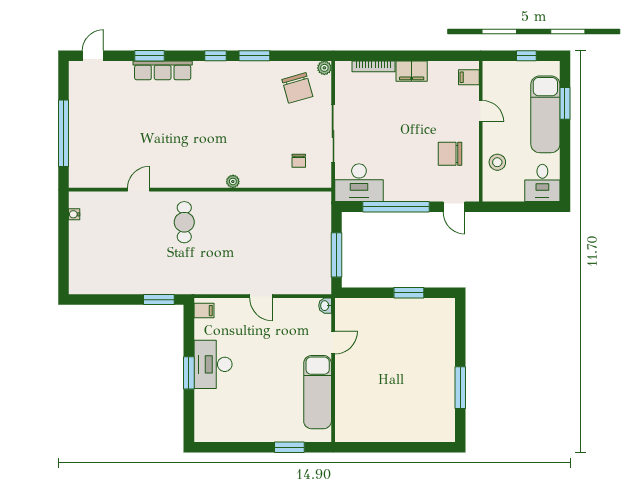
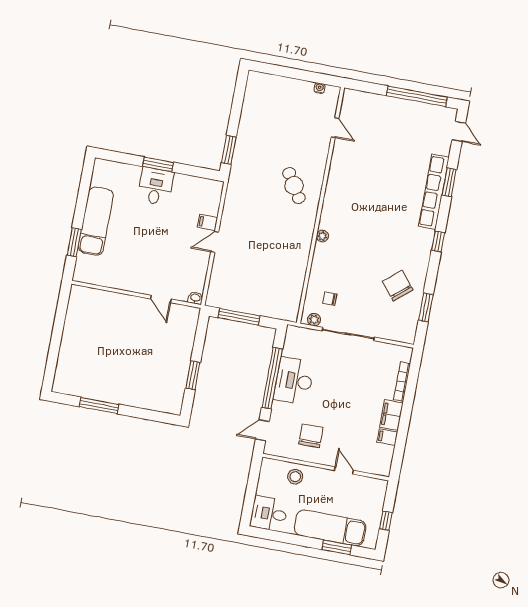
window: (254, 56) -> (426, 308), moved
plant: (324, 68) -> (314, 320), moved
row of seats: (163, 70) -> (434, 192), width x1.36
filing cabinet: (469, 77) -> (387, 437), moved, turned -90
chair: (297, 88) -> (398, 286), moved, turned 66
door: (481, 111) -> (344, 470), swing flipped
window: (63, 133) -> (417, 96), moved
desk: (359, 183) -> (294, 381), moved
door: (139, 190) -> (335, 128), moved
cafe table: (184, 222) -> (294, 186), turned 58
filing cabinet: (204, 311) -> (208, 222), moved, turned 90
desk: (213, 364) -> (156, 186), width x0.73
exam couch: (318, 392) -> (96, 221), moved, turned 90

